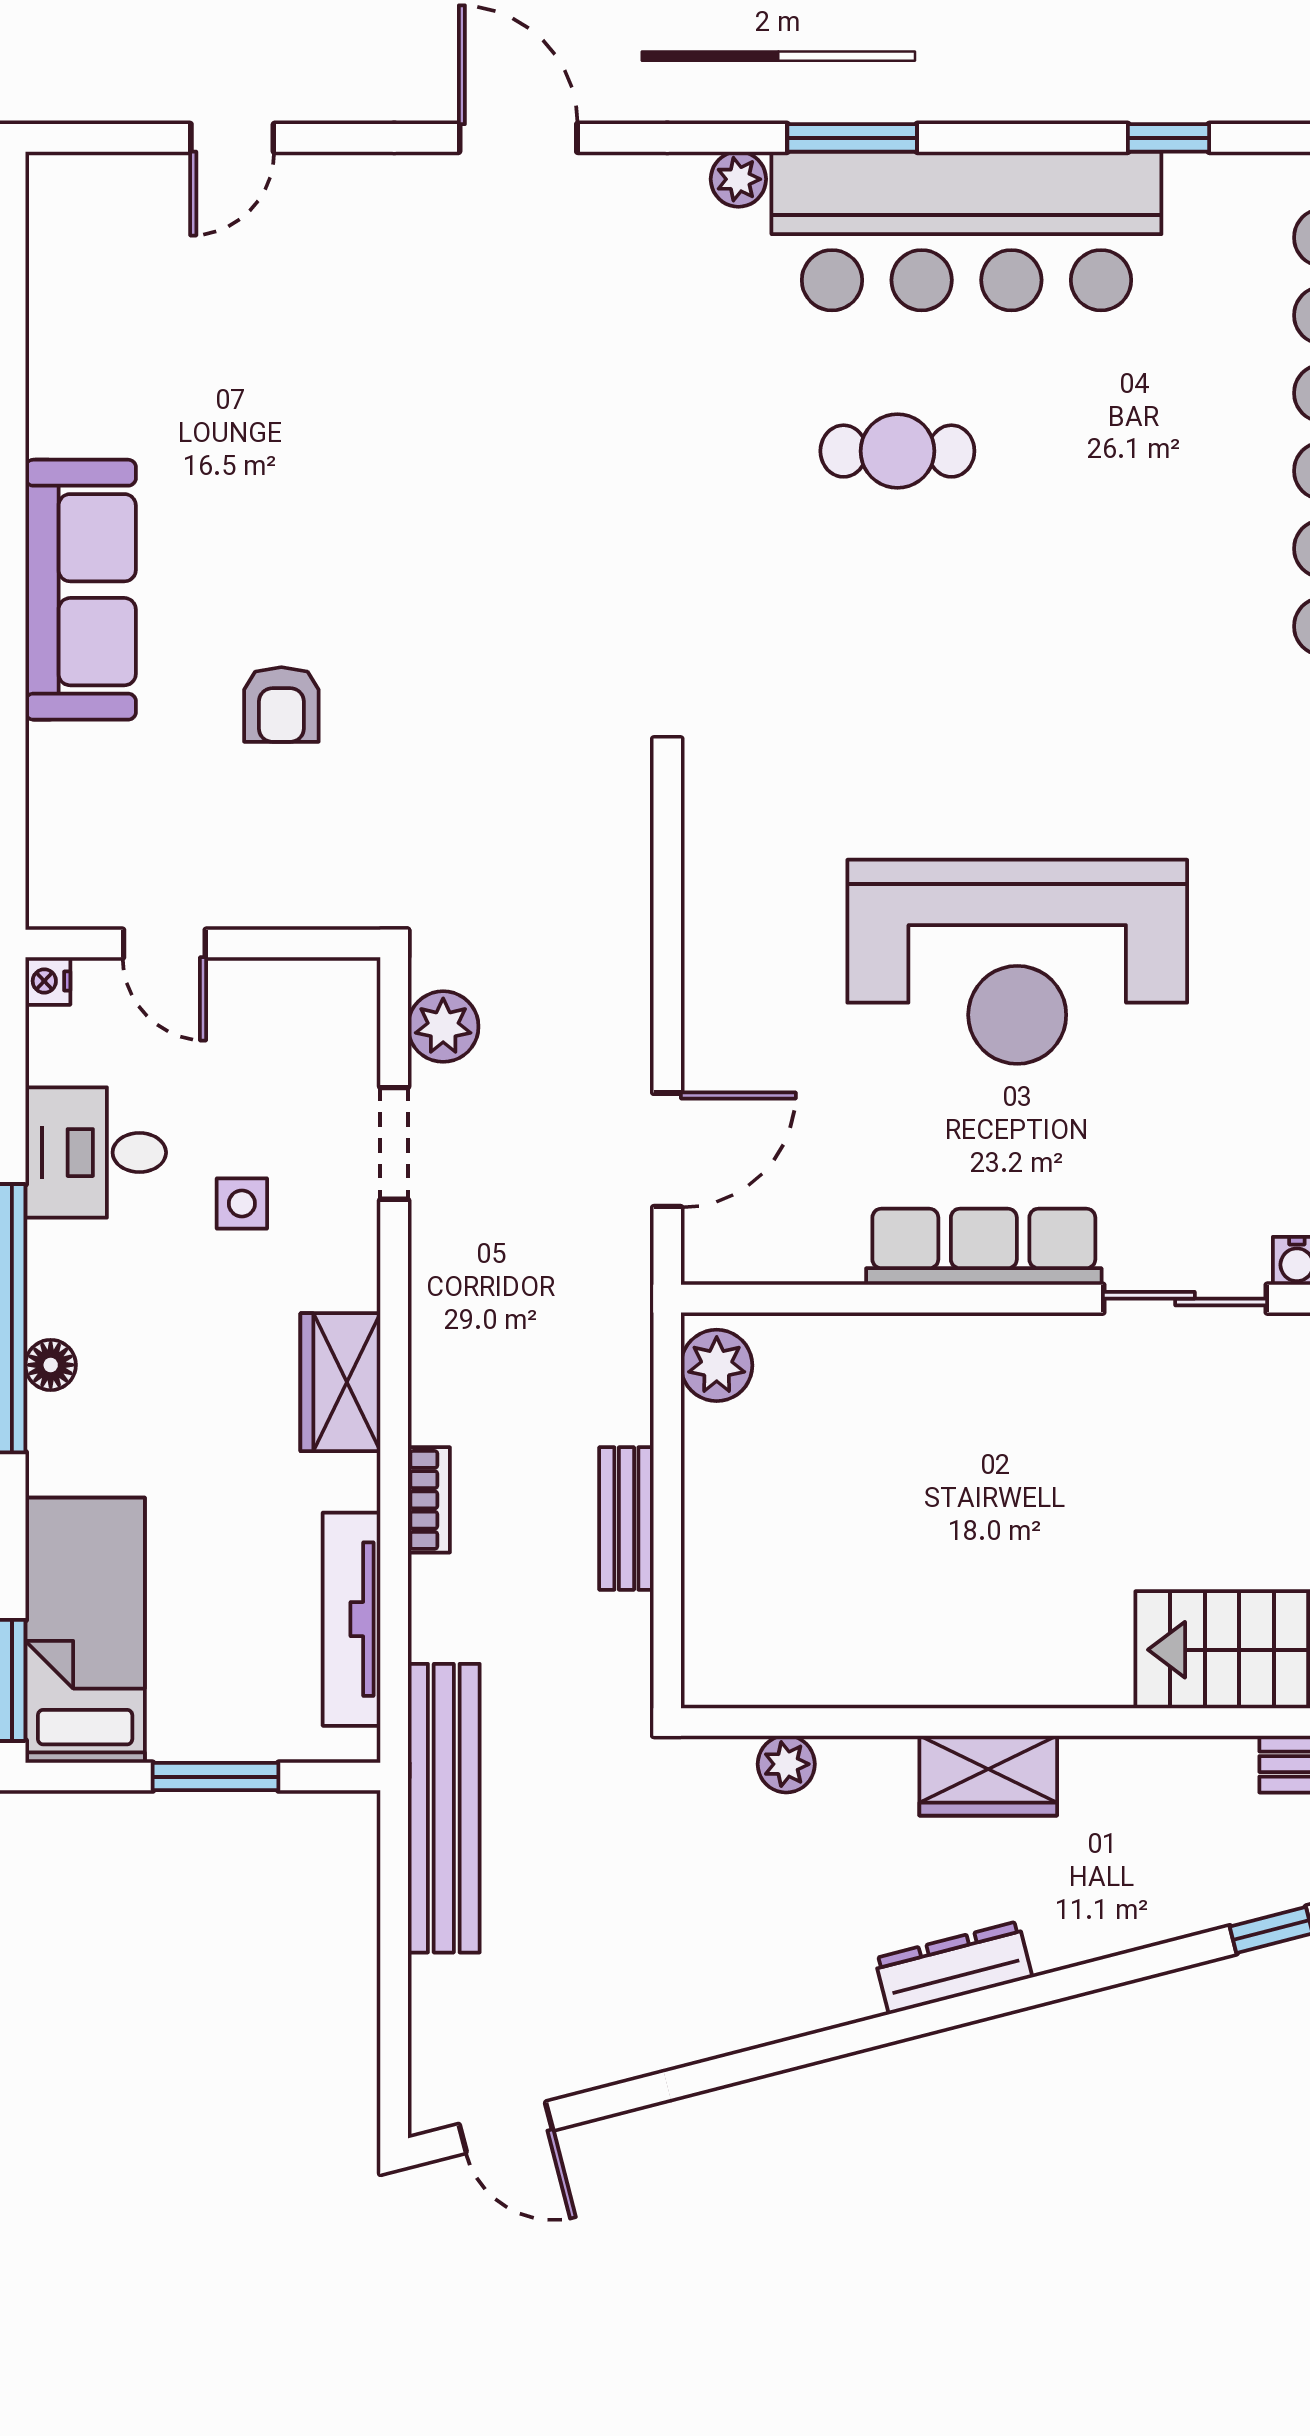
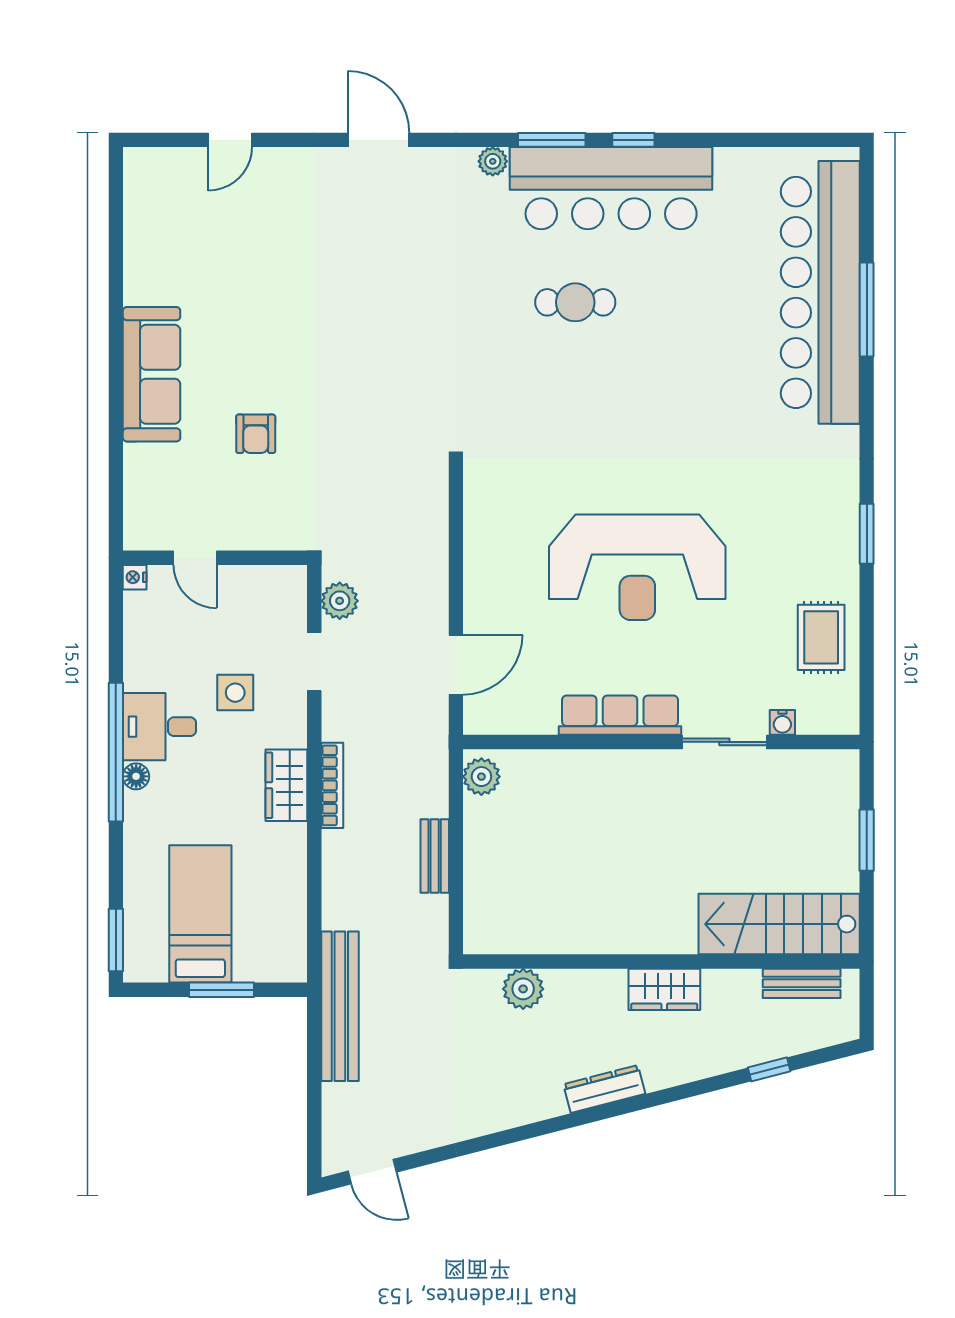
window: (1169, 138) -> (633, 140), moved
desk: (96, 1153) -> (159, 727), moved
side table: (242, 1203) -> (235, 693), width x1.37, depth x1.37
bookcase: (429, 1500) -> (332, 785), moved, width x1.56
tv unit: (352, 1619) -> (292, 908), removed
bed: (85, 1630) -> (200, 914), moved
plant: (786, 1764) -> (523, 989), width x1.38, depth x1.38
wardrobe: (988, 1776) -> (664, 989), moved

